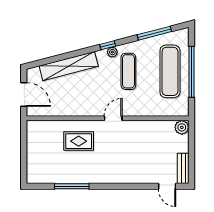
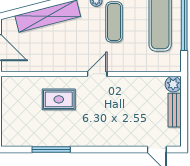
bench: (183, 168) -> (175, 110), moved

